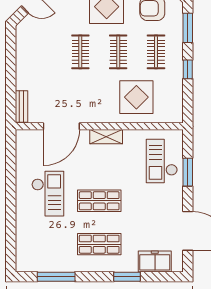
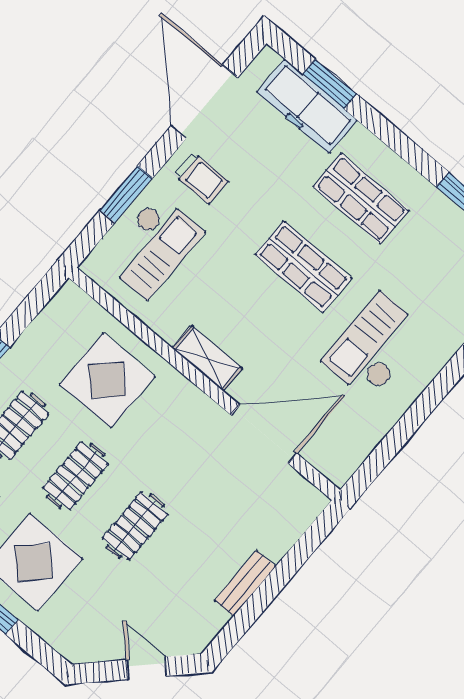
bench: (22, 107) -> (245, 583), moved
trolley: (165, 202) -> (201, 178), added
freezer: (155, 261) -> (307, 106), width x1.40
window: (127, 277) -> (330, 84), moved

